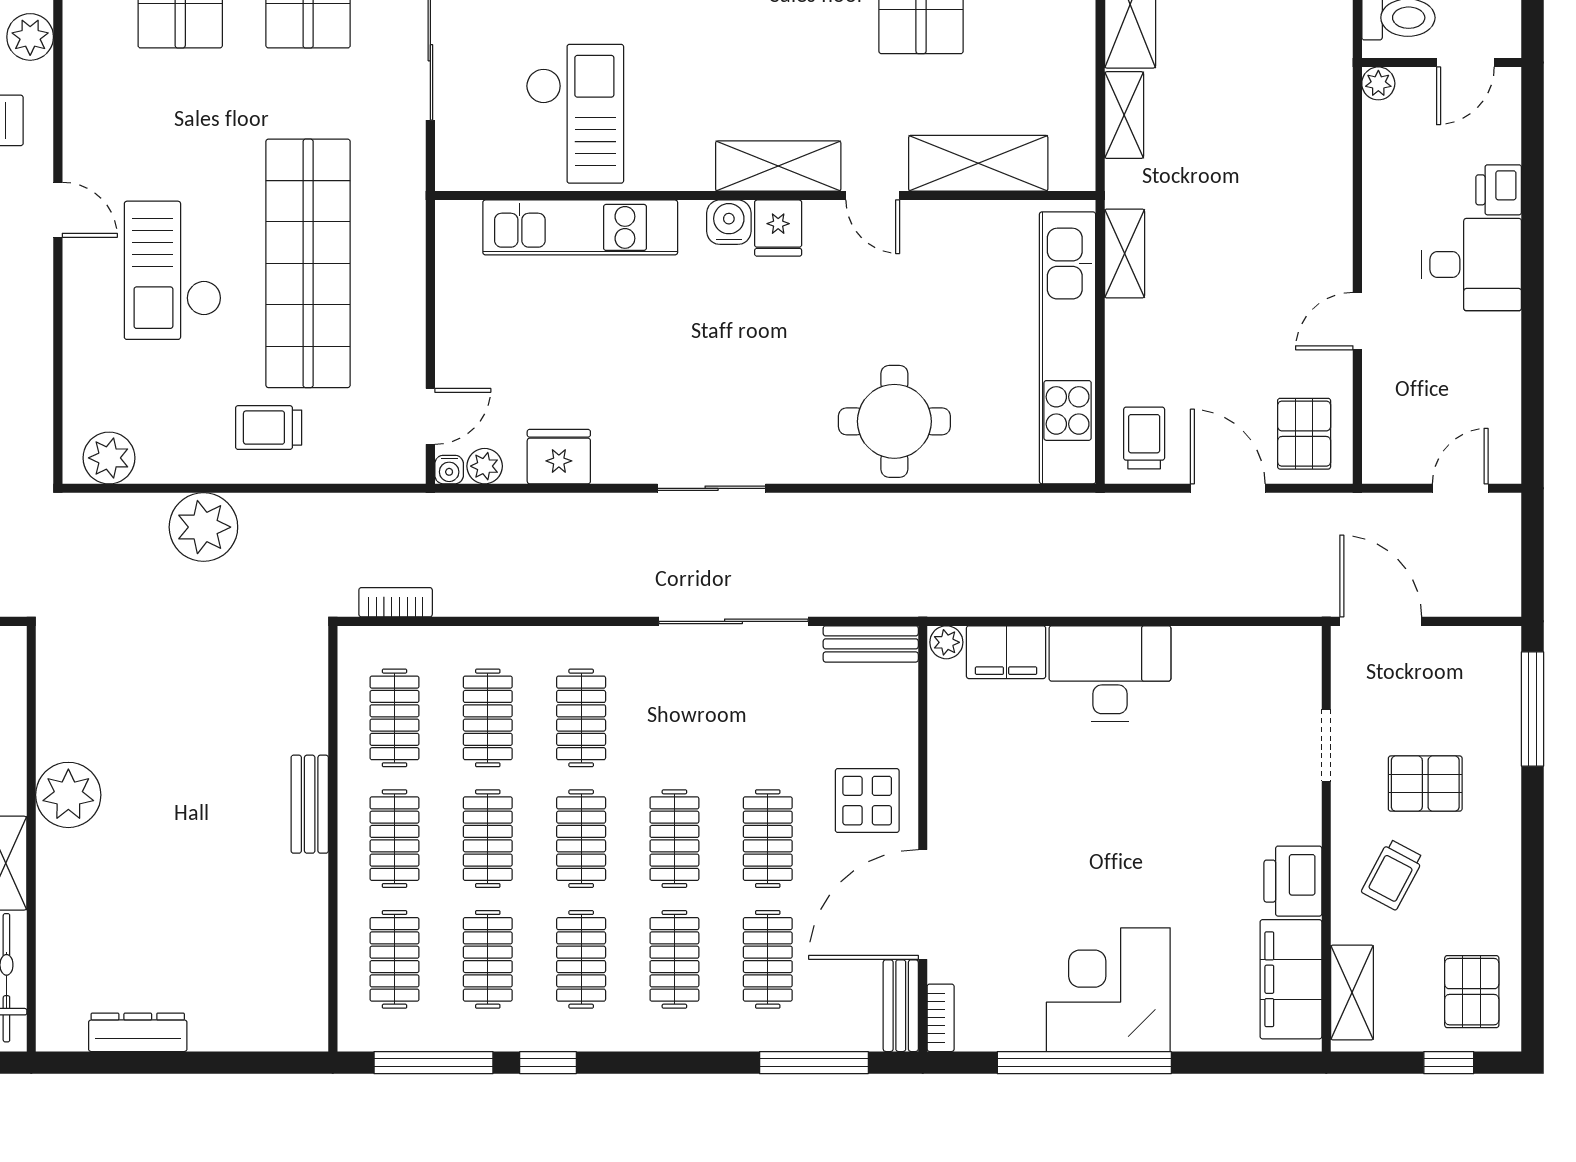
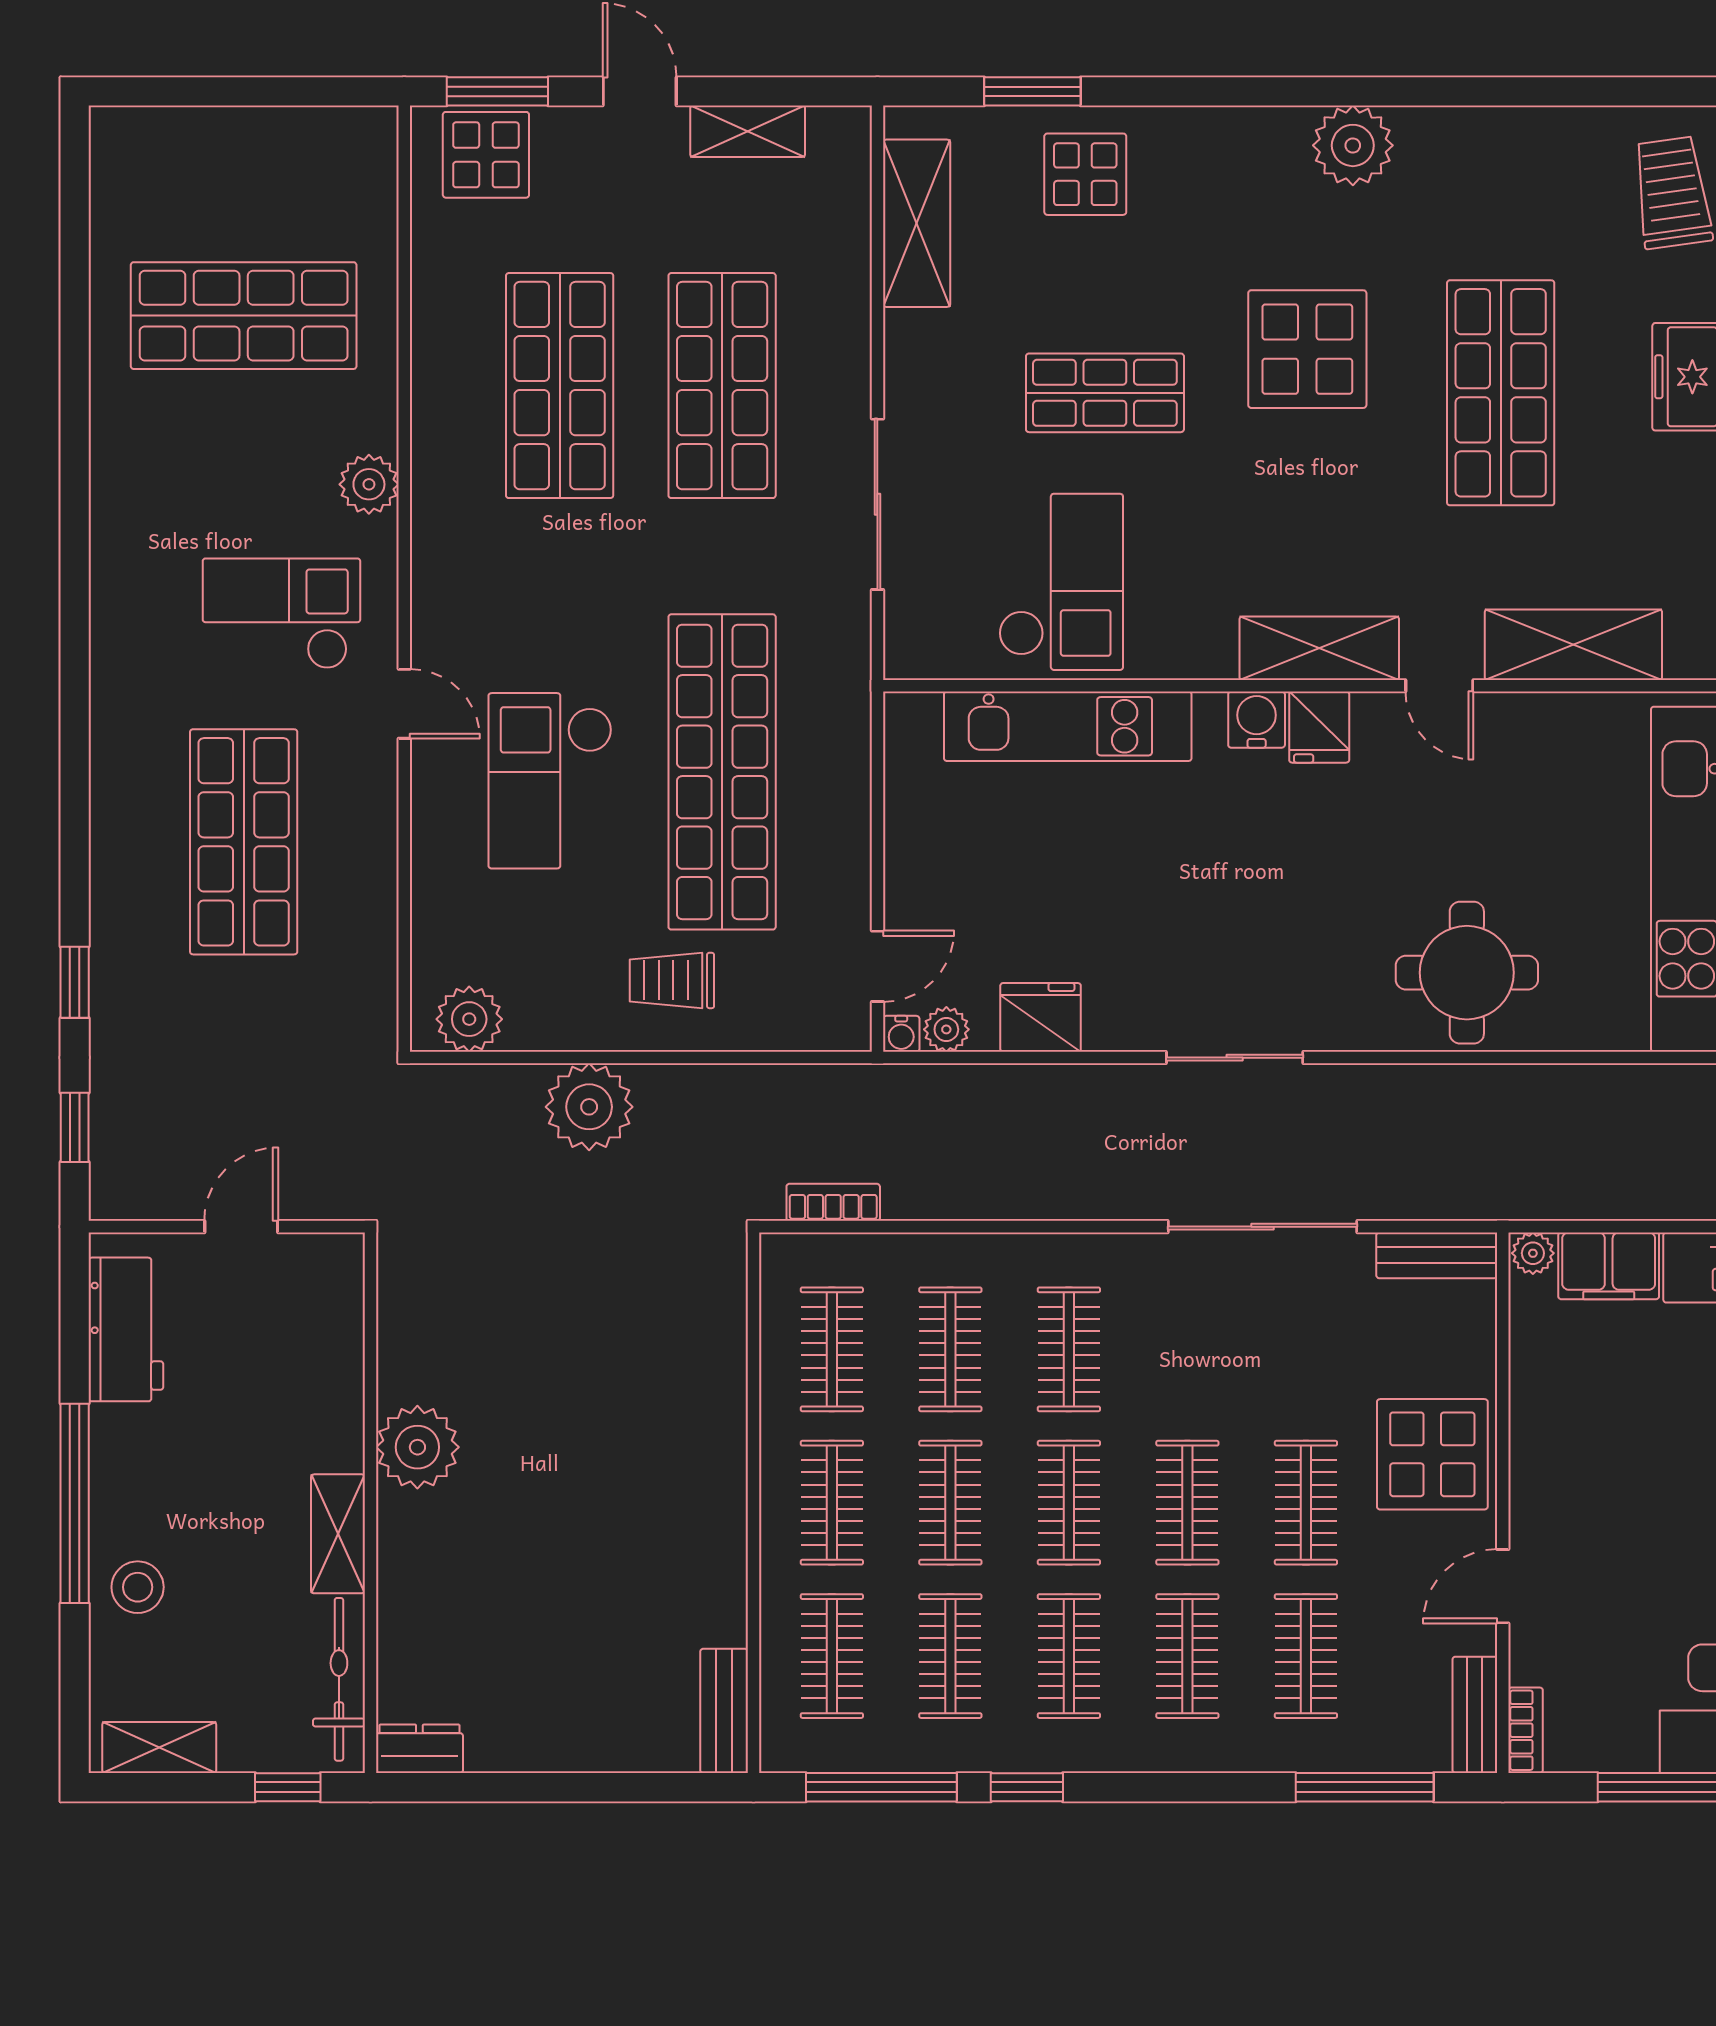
display table: (867, 801) -> (1432, 1454), width x1.36, depth x1.36
bench: (310, 804) -> (724, 1711), moved
door: (923, 904) -> (1503, 1586), width x0.53
dresser: (138, 1032) -> (419, 1749), moved, width x0.70

